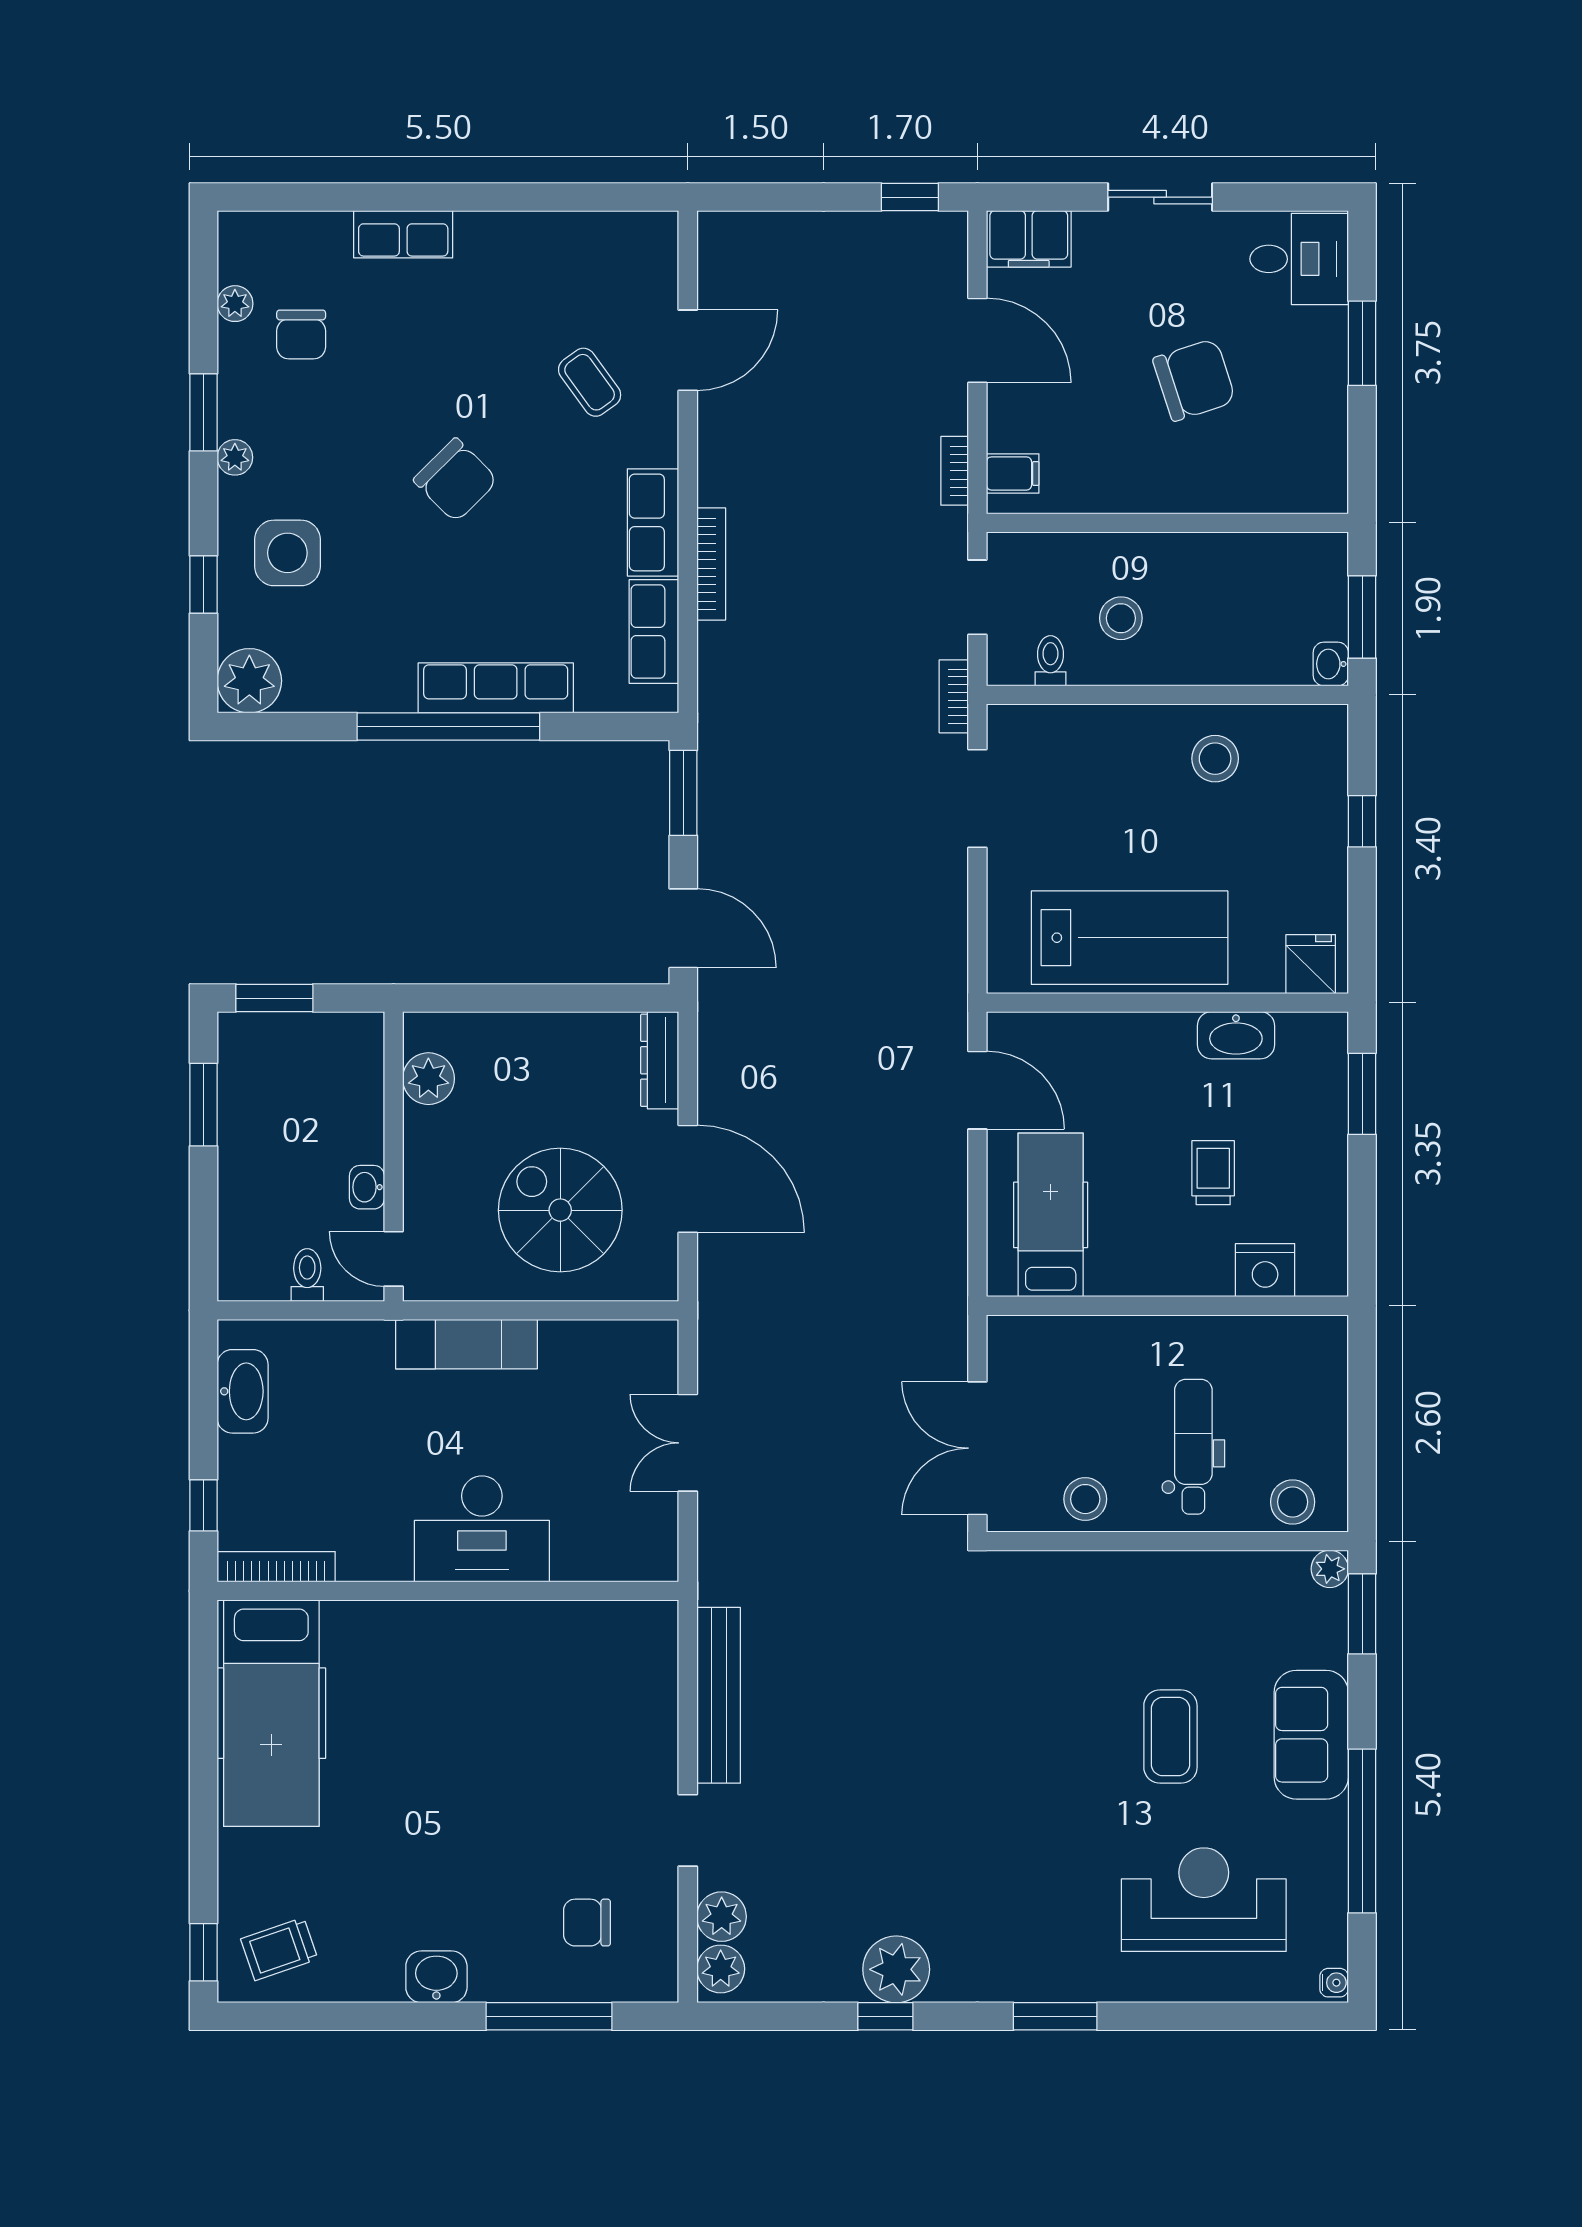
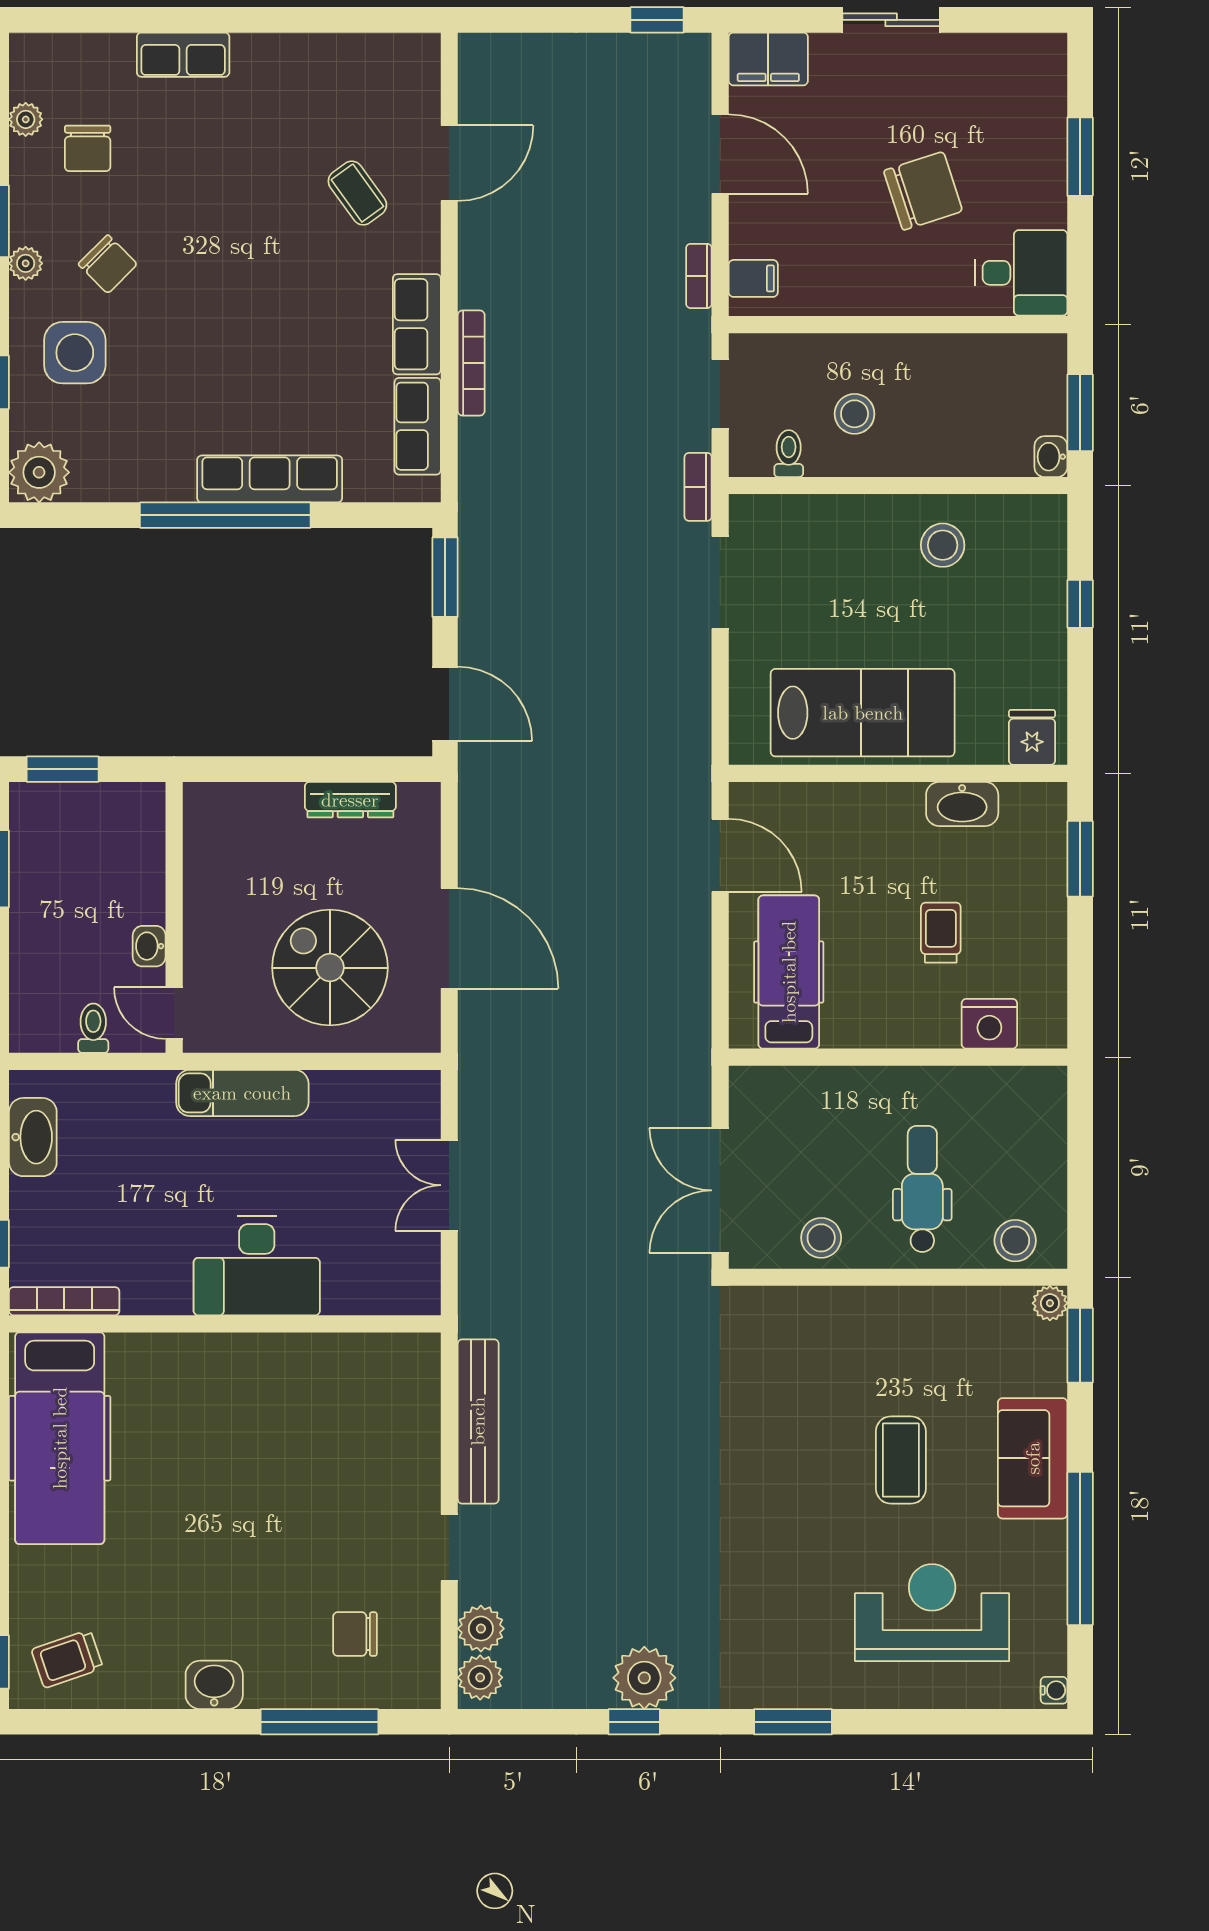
desk: (1299, 259) -> (1021, 273), moved
chair: (456, 480) -> (108, 264), moved, width x0.73, depth x0.73
dresser: (660, 1060) -> (350, 800), moved, turned -90
plant: (428, 1079) -> (207, 845), removed

